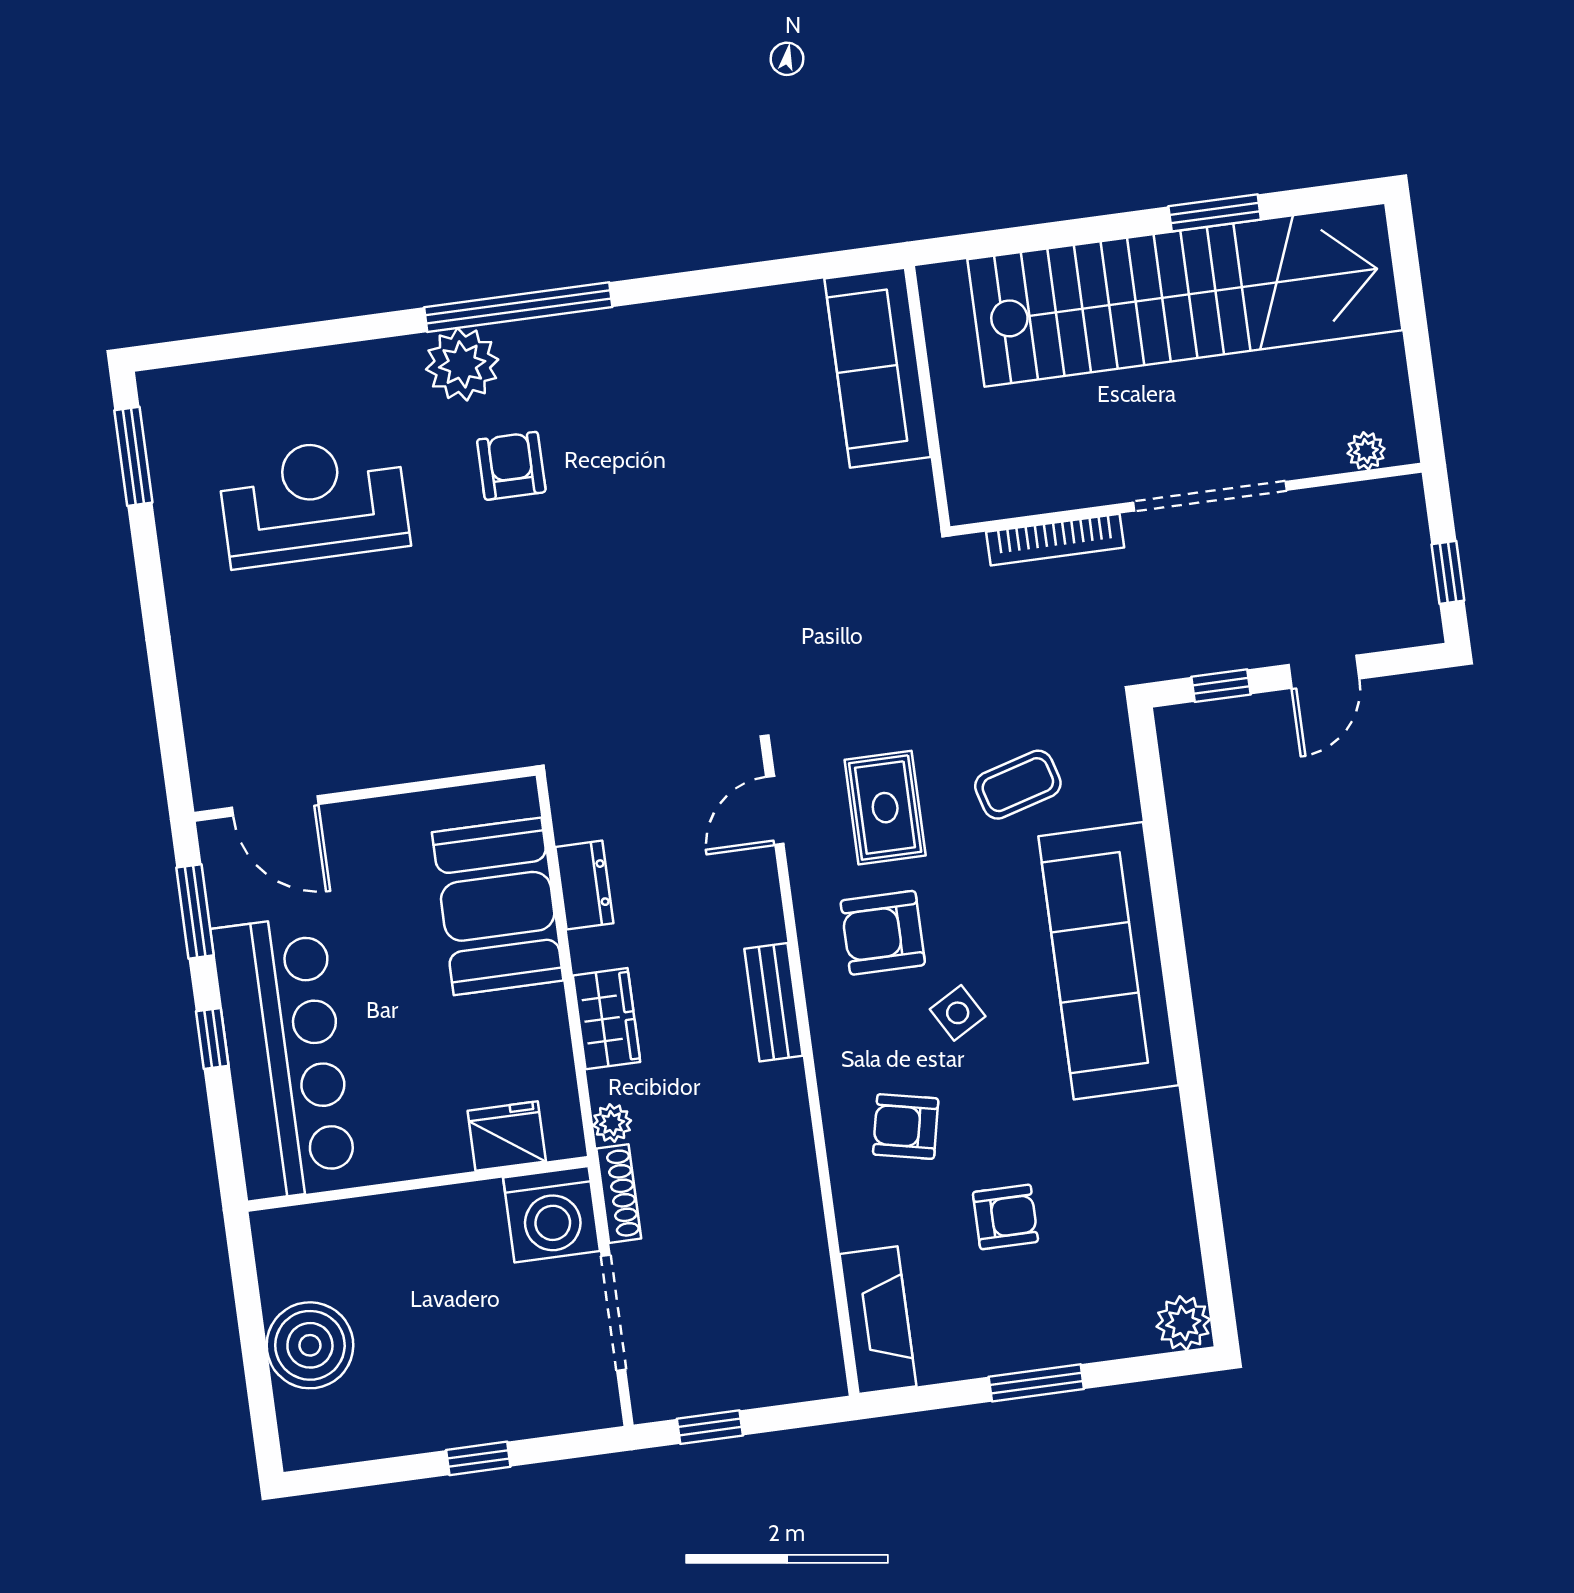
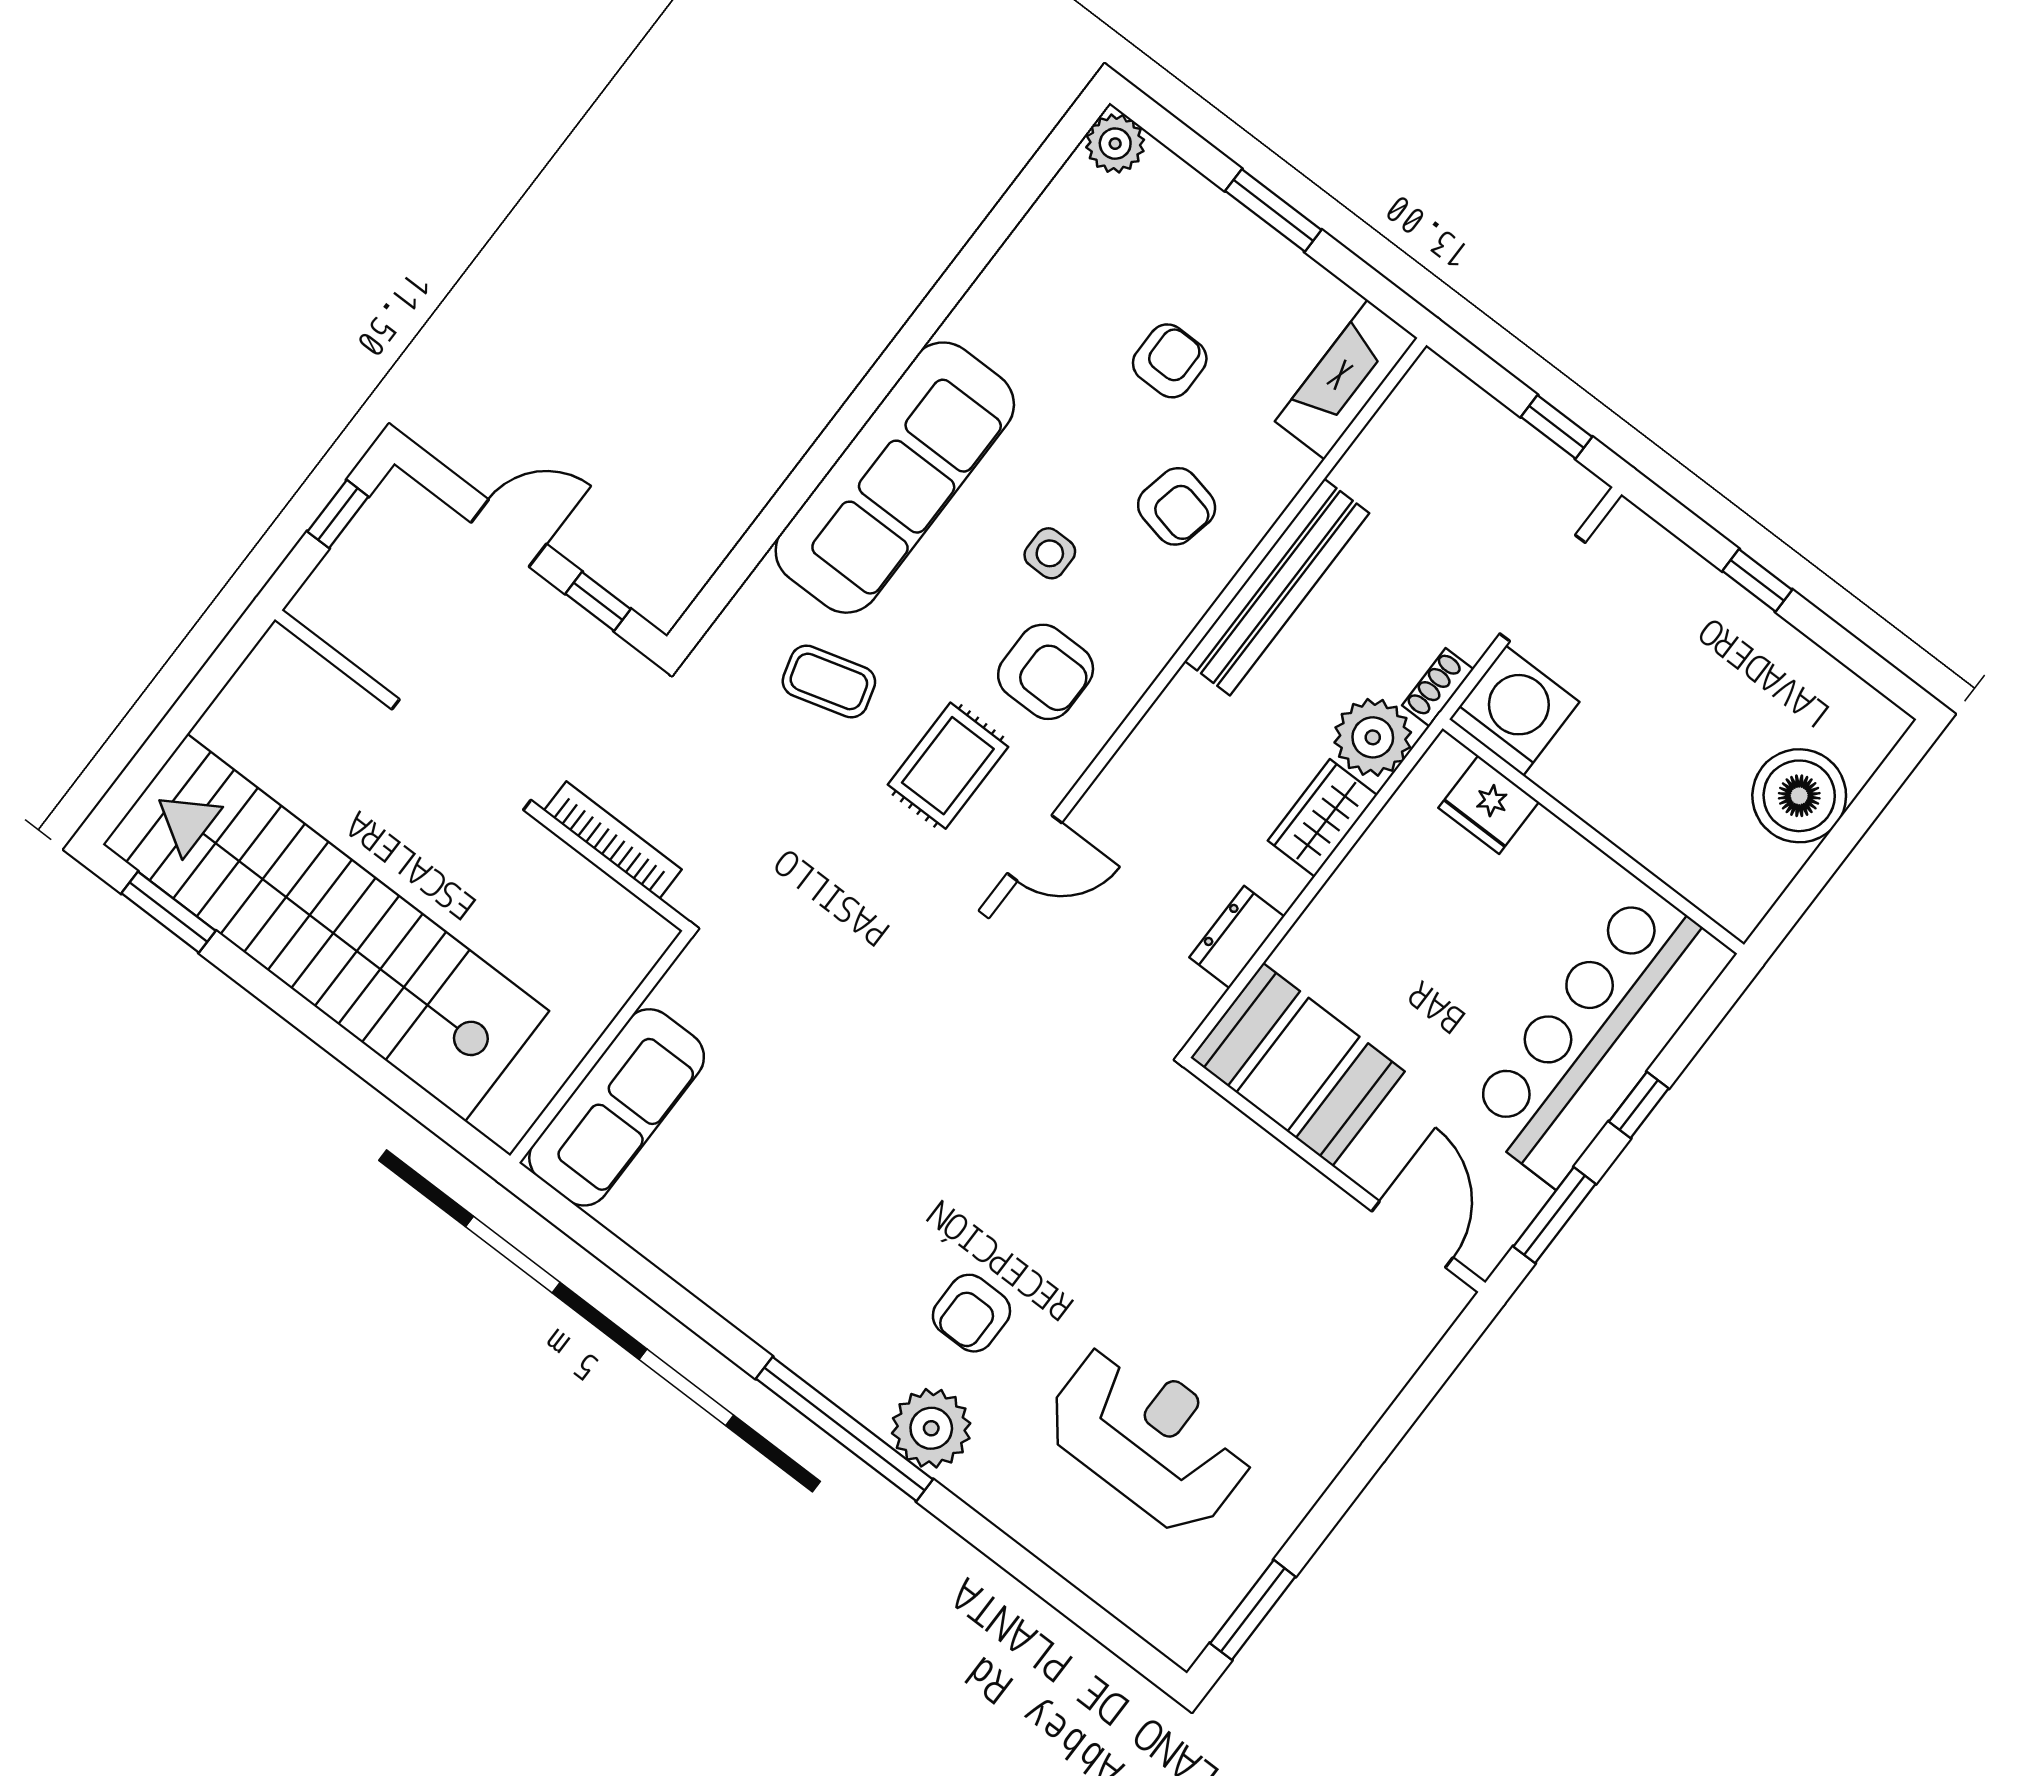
window: (1215, 213) -> (168, 912), moved
plant: (1366, 451) -> (307, 669), removed
reception desk: (314, 502) -> (1150, 1437), turned 180
booth: (498, 906) -> (1298, 1065), moved, turned 90
bench: (774, 1002) -> (1277, 587), moved, width x1.86, depth x1.21
side table: (958, 1013) -> (1050, 553), turned 30
plant: (612, 1123) -> (1373, 737), width x1.87, depth x1.87
shoe rack: (619, 1194) -> (1438, 687), width x0.70
armchair: (1005, 1217) -> (1170, 361), turned 90

